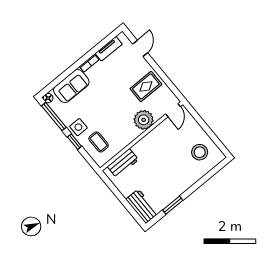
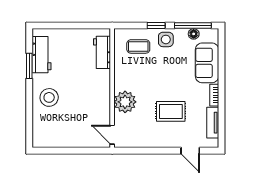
rug: (146, 86) -> (171, 111), moved, turned 90
floor lamp: (48, 98) -> (194, 34), moved
stool: (200, 152) -> (49, 97), moved
workbench: (142, 206) -> (42, 55), moved, turned -90

